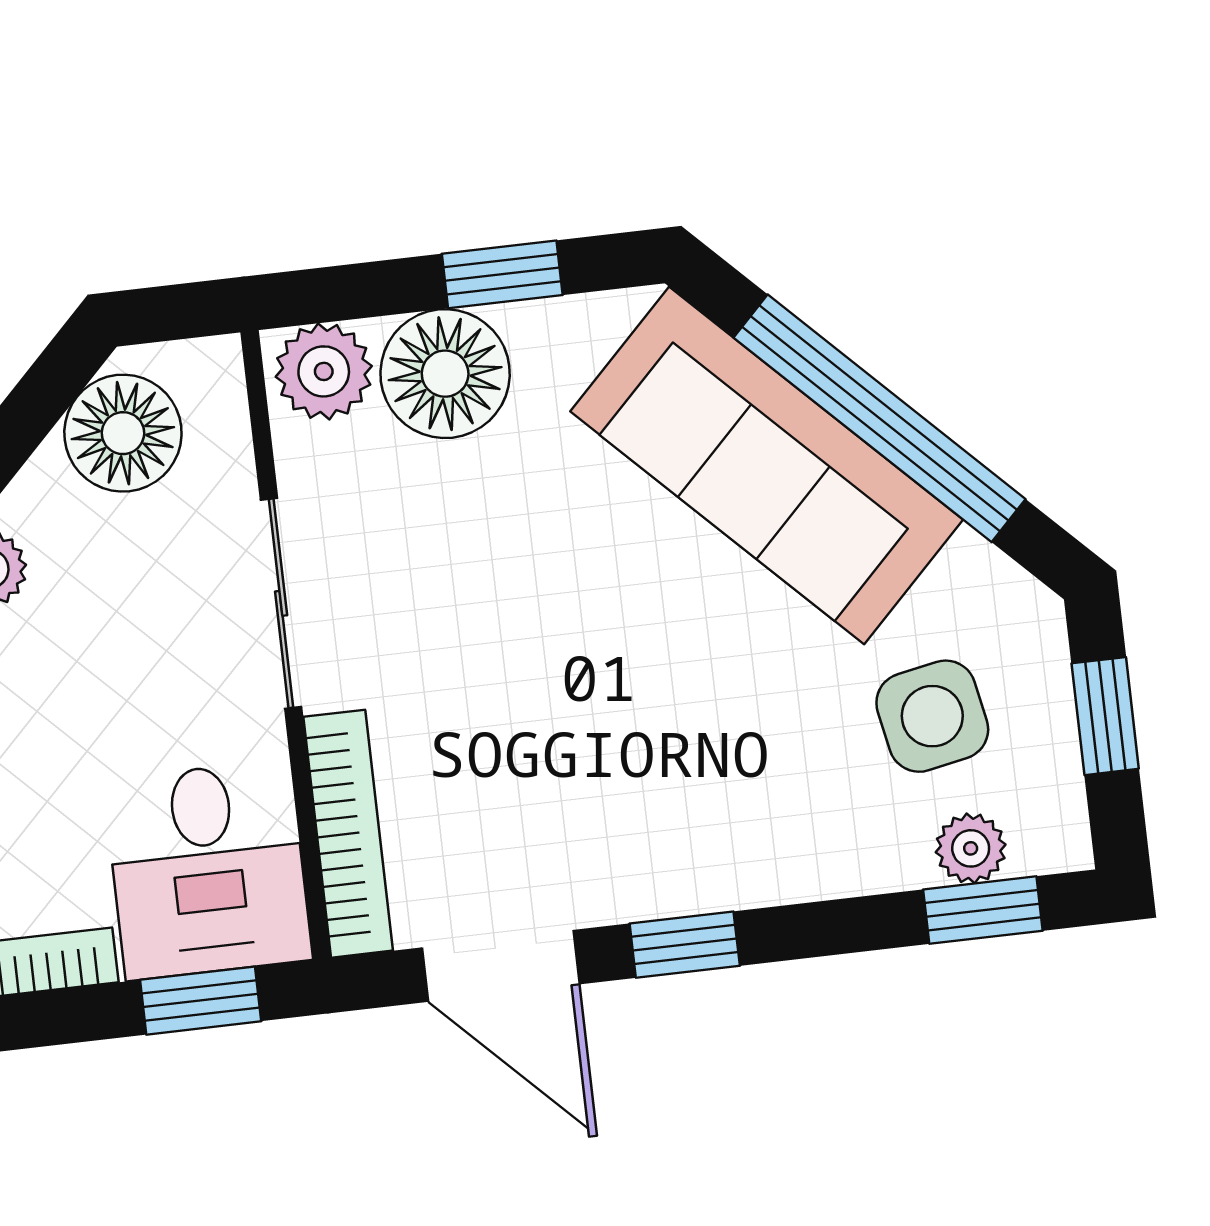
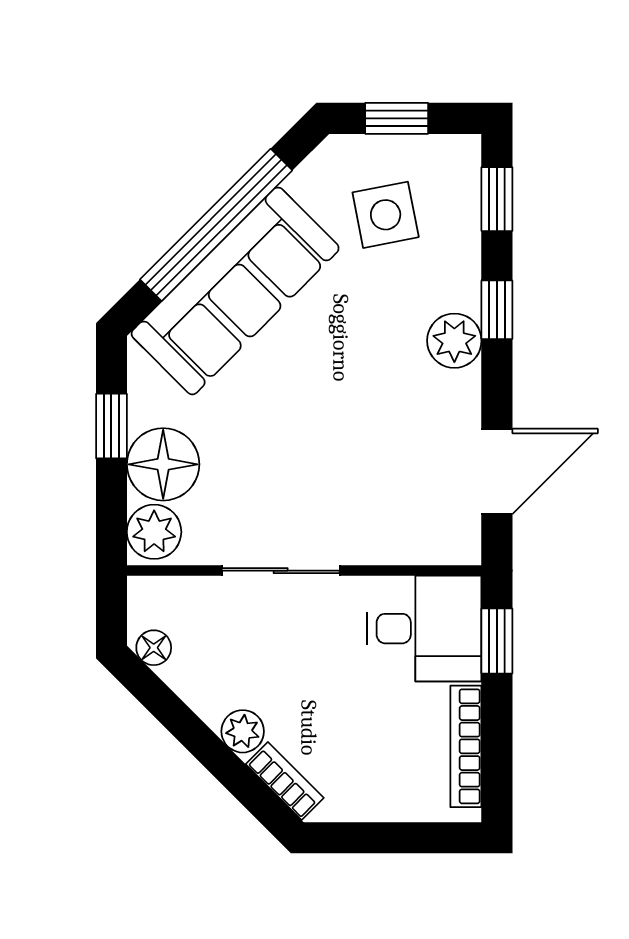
floor lamp: (123, 433) -> (154, 648), width x0.53, depth x0.53
bookcase: (348, 834) -> (413, 548), removed
plant: (971, 848) -> (454, 341), moved, width x1.38, depth x1.38
window: (685, 945) -> (497, 310), moved

